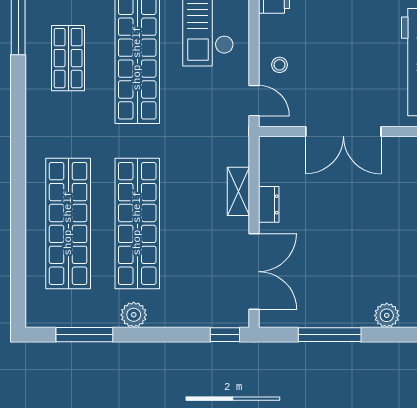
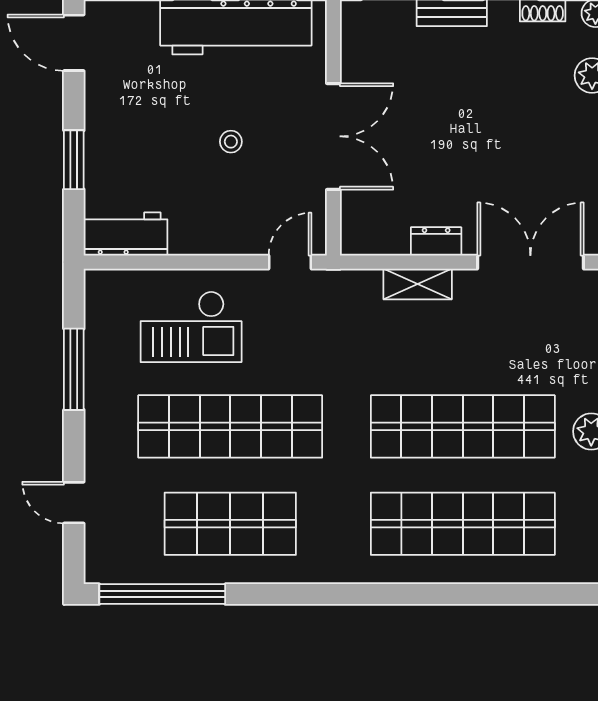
shop shelf: (68, 58) -> (230, 524), width x1.43, depth x1.36
stool: (280, 65) -> (231, 142), moved

